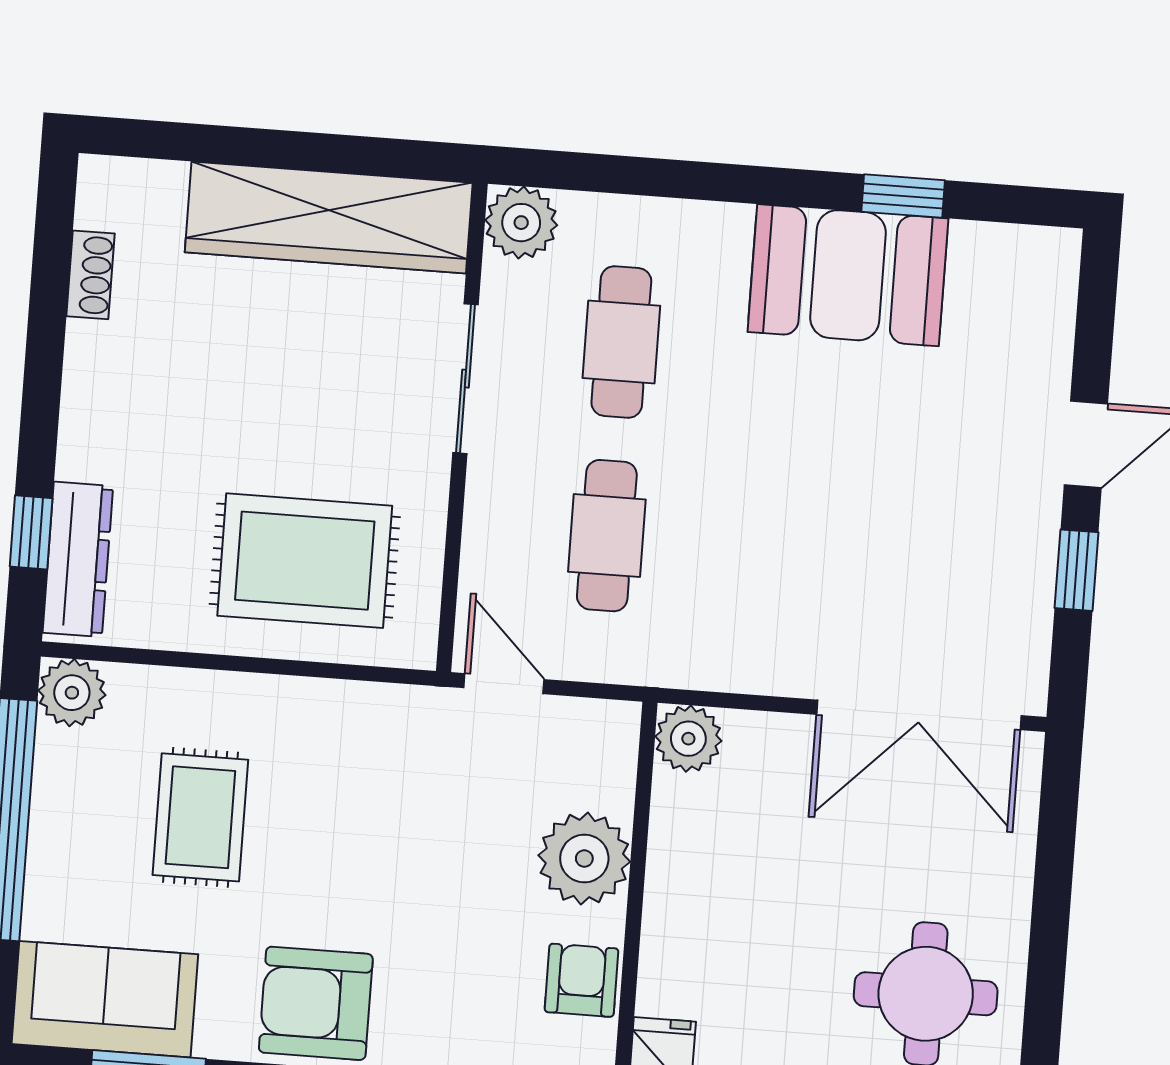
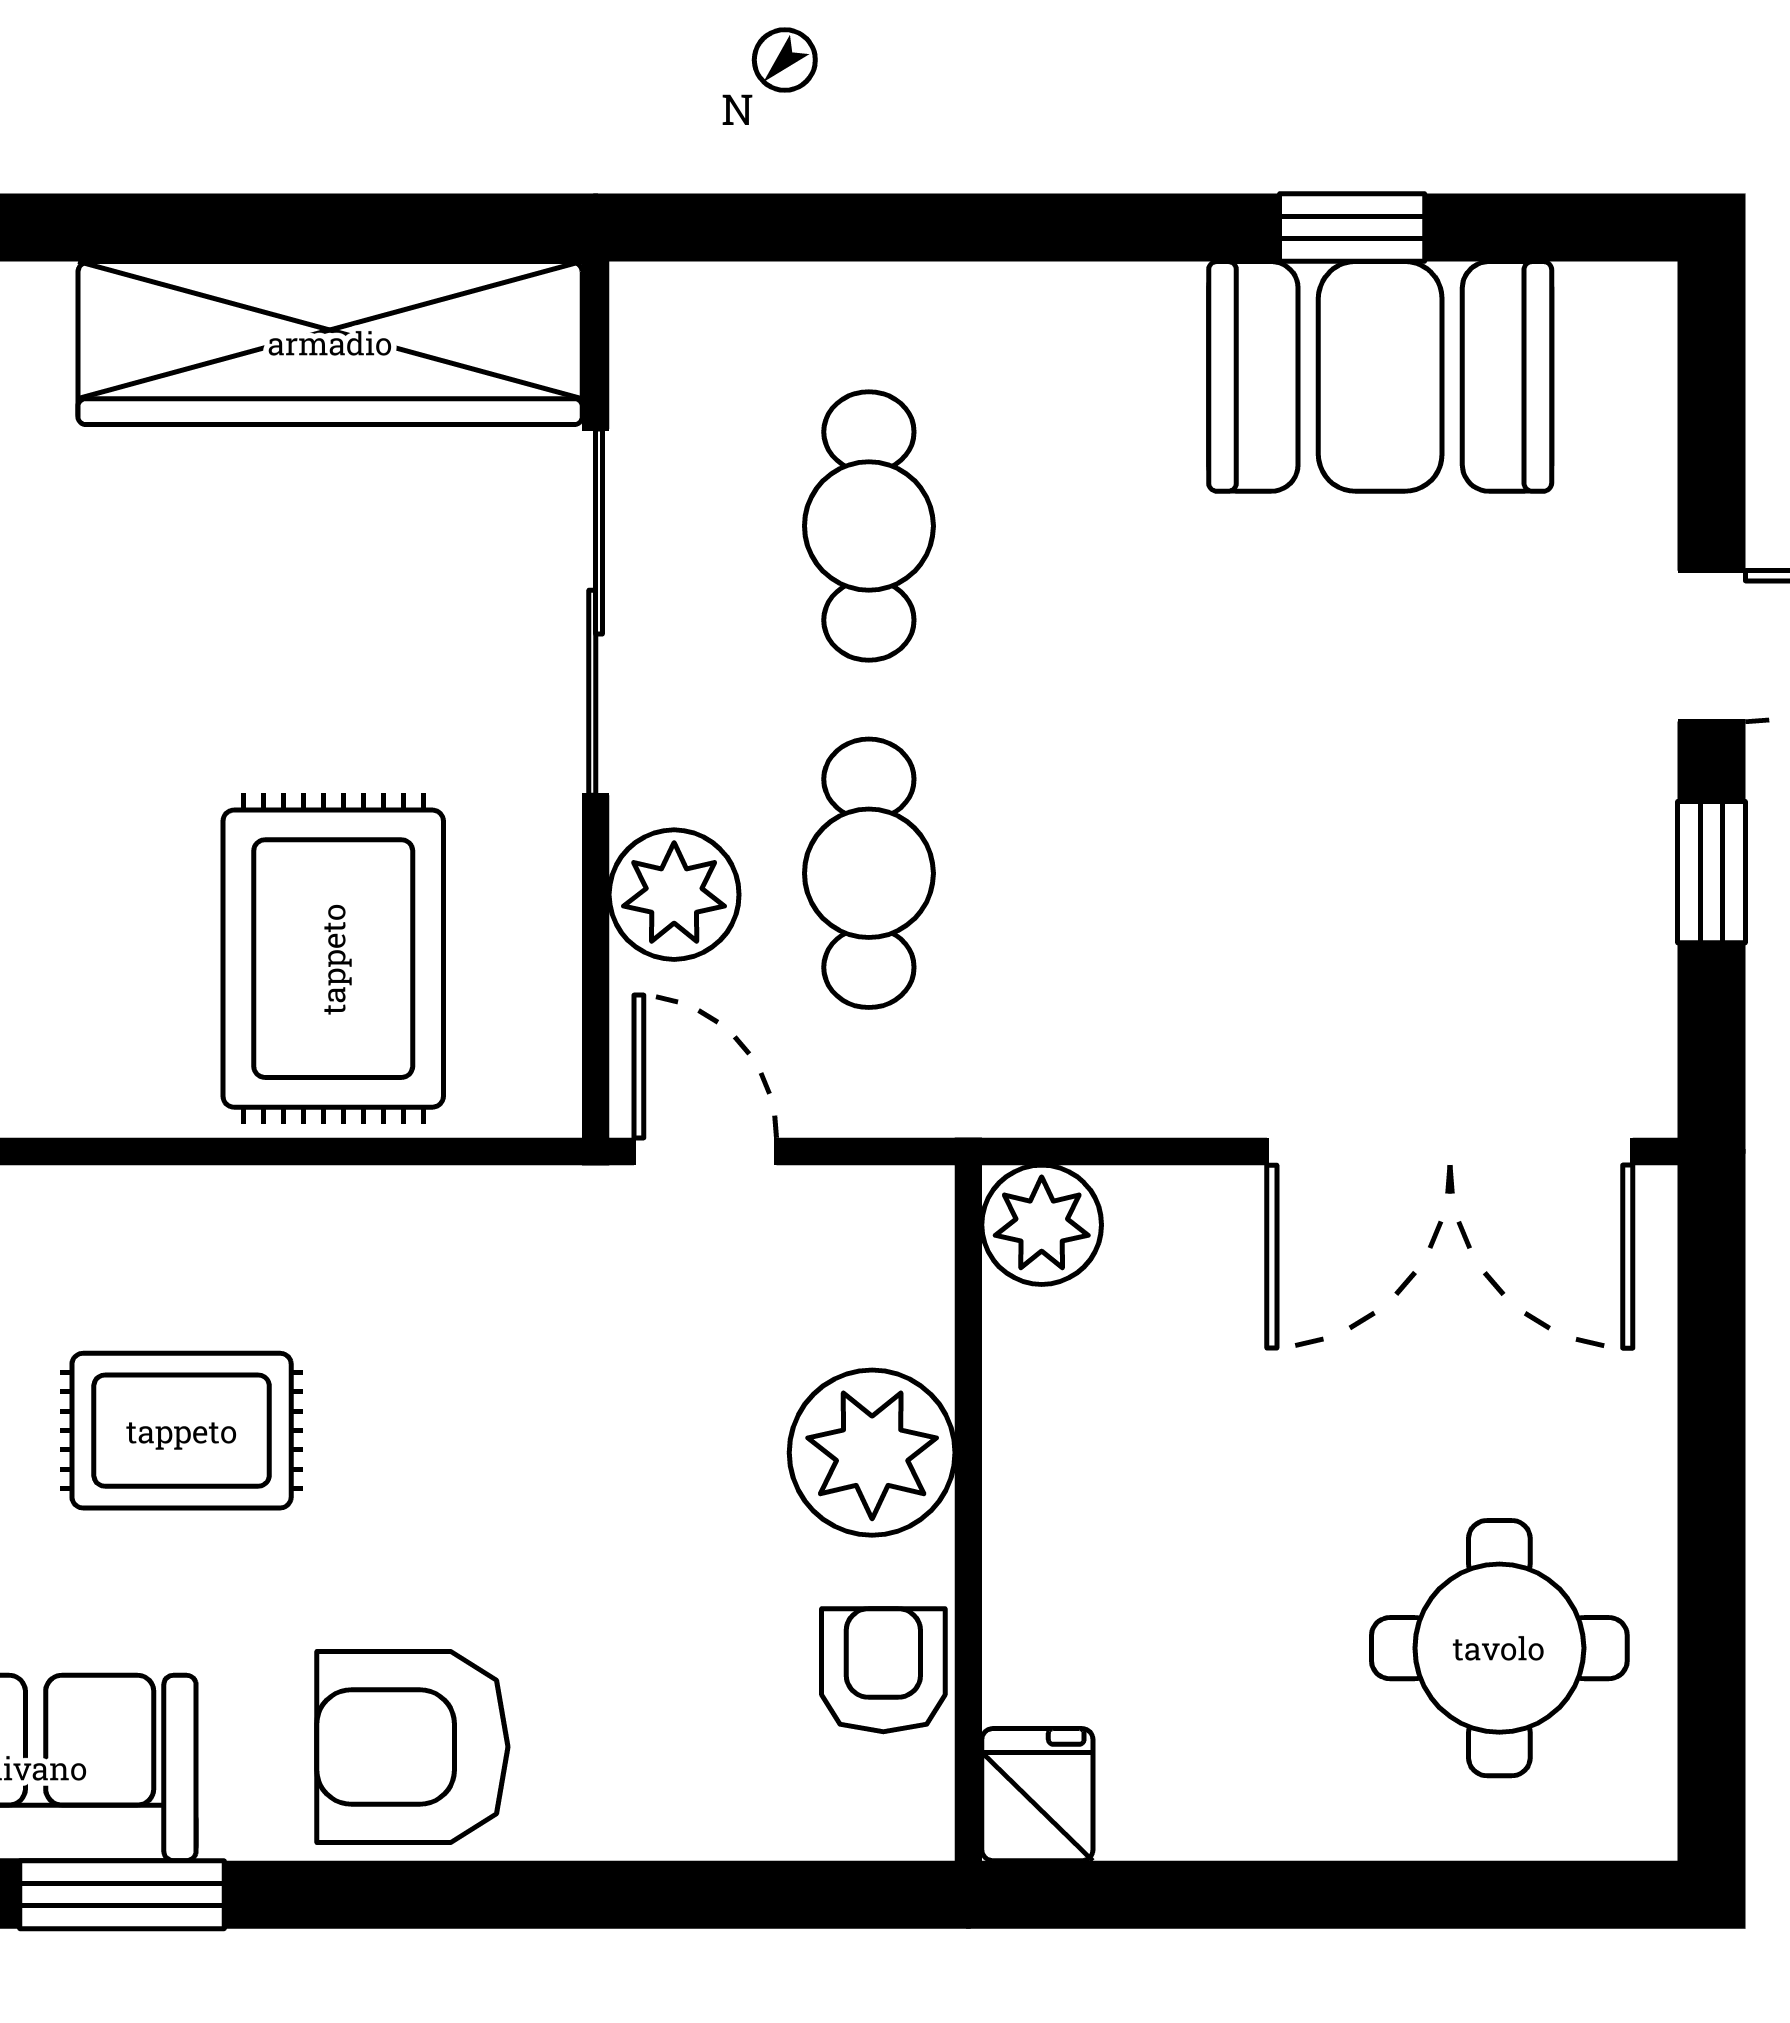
plant: (521, 223) -> (674, 895), moved
booth: (848, 275) -> (1380, 376), moved
sliding door: (465, 379) -> (596, 612), width x1.37
rug: (305, 561) -> (333, 959), turned 90
rug: (200, 817) -> (182, 1431), turned 90

